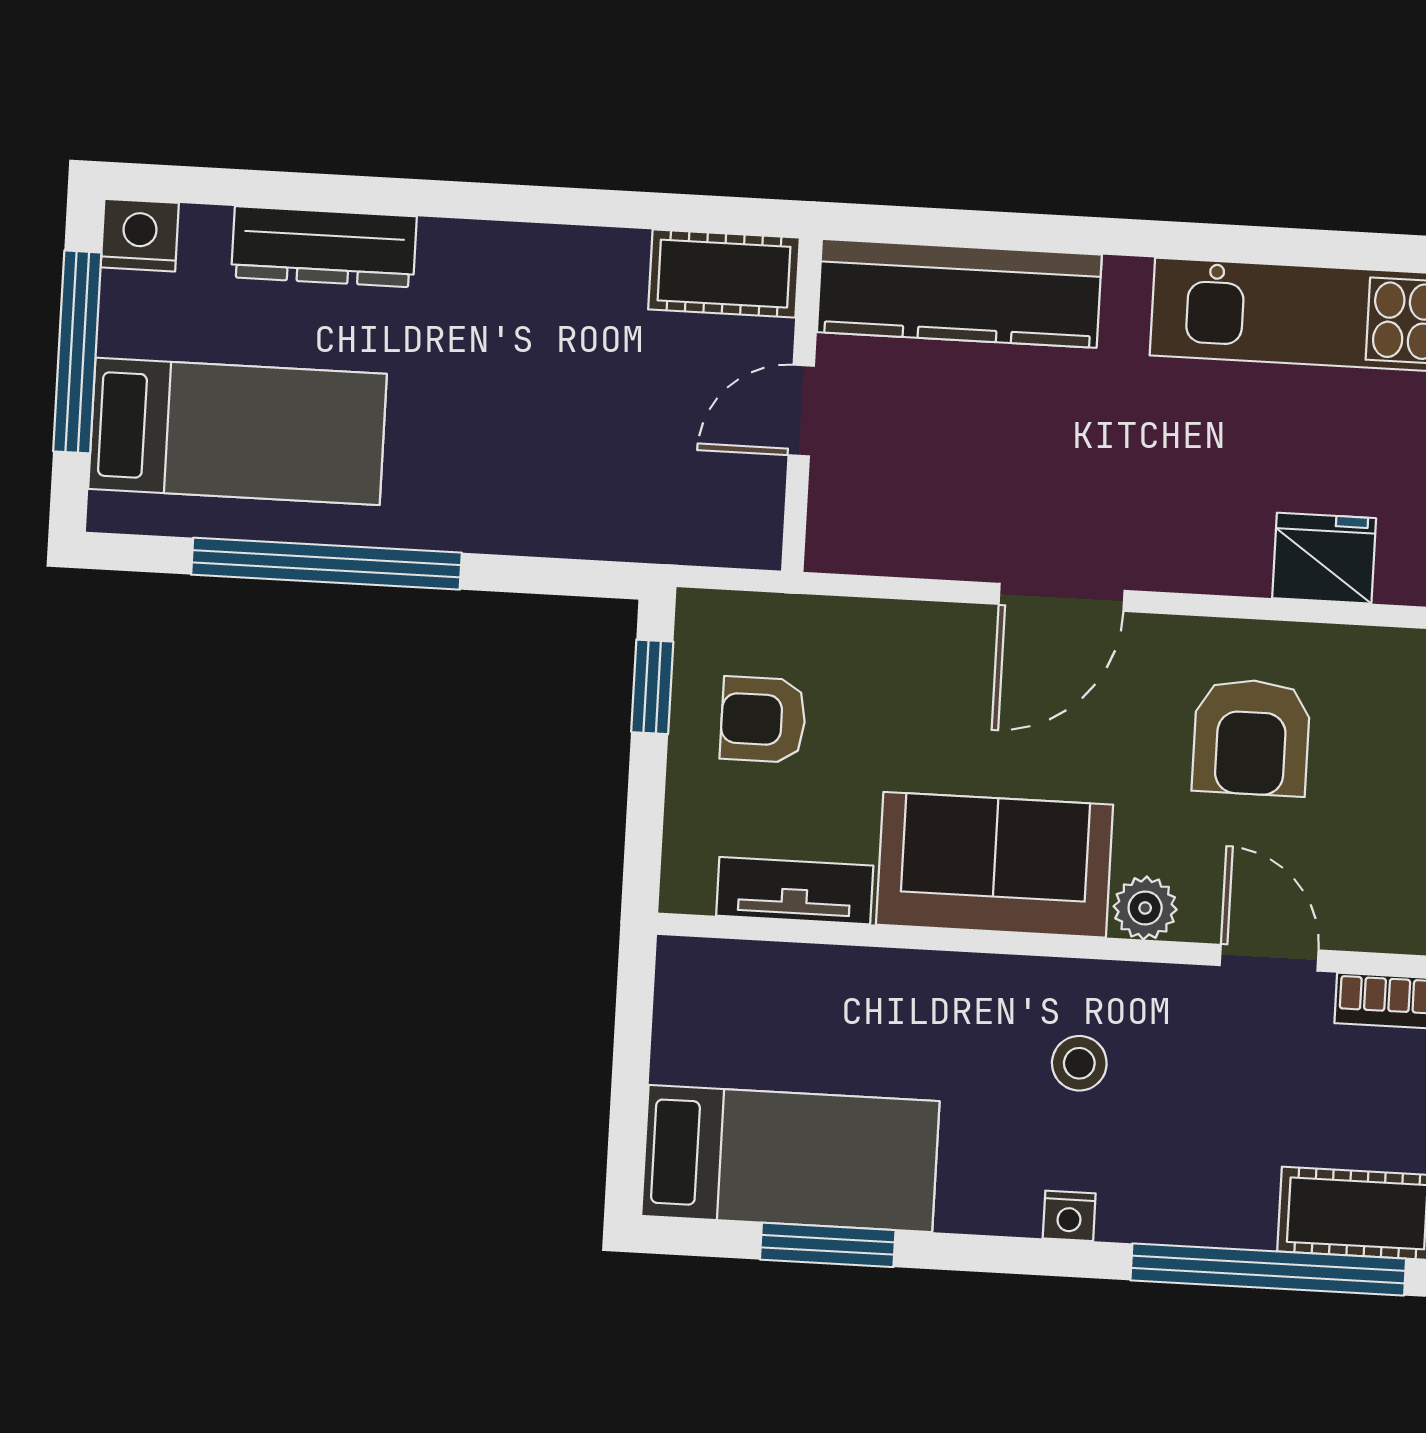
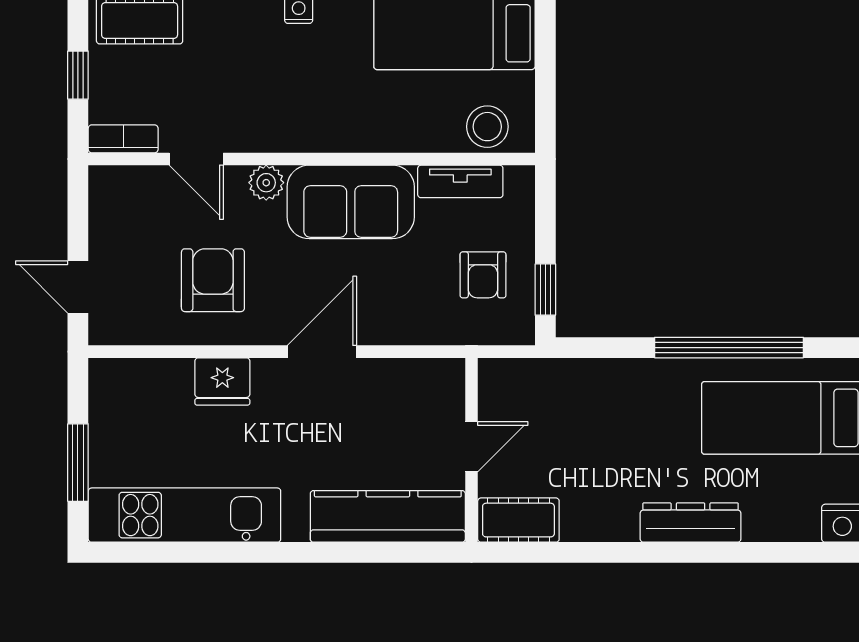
dresser: (324, 247) -> (691, 523), moved
fridge: (1324, 558) -> (222, 381), moved
armchair: (763, 720) -> (483, 275), turned 90
stool: (1079, 1063) -> (487, 127), moved, width x1.37, depth x1.37

